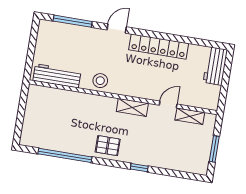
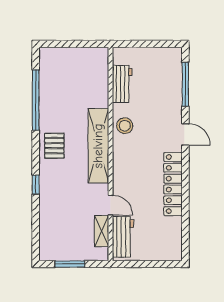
workbench: (215, 66) -> (123, 237), moved, turned 90
workbench: (57, 76) -> (122, 84), width x0.73
shelving: (132, 107) -> (98, 146), width x2.20, depth x1.33

